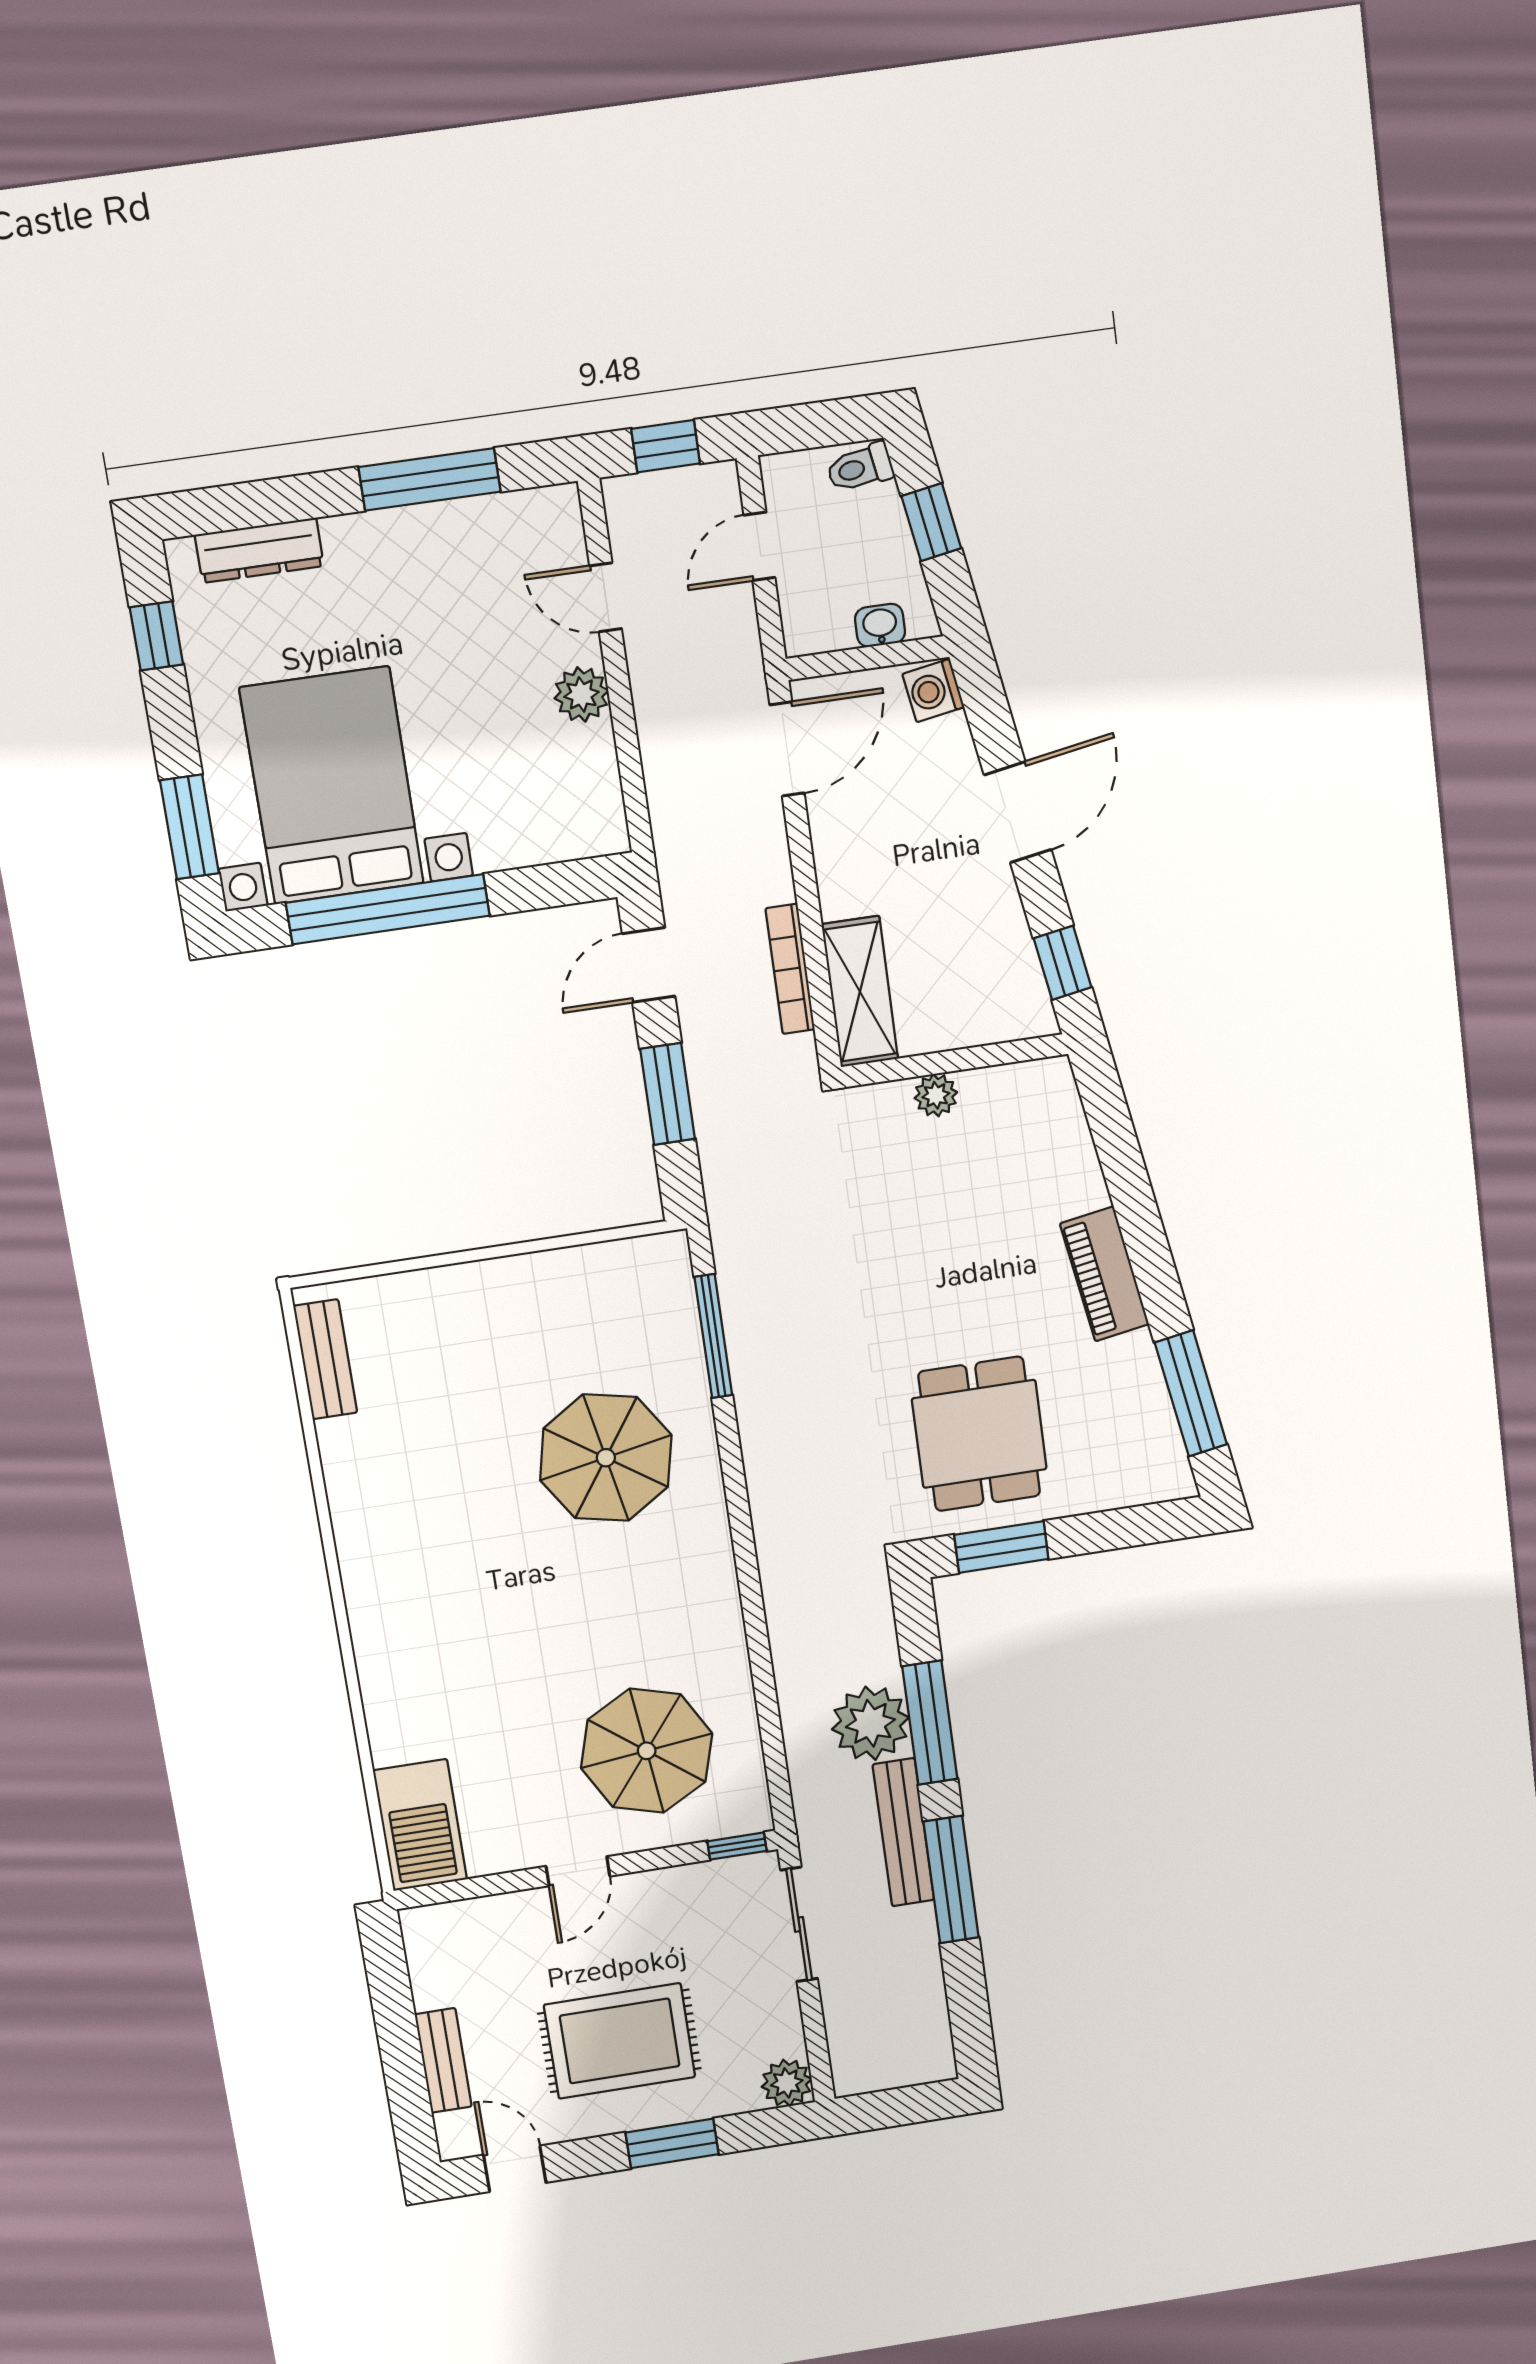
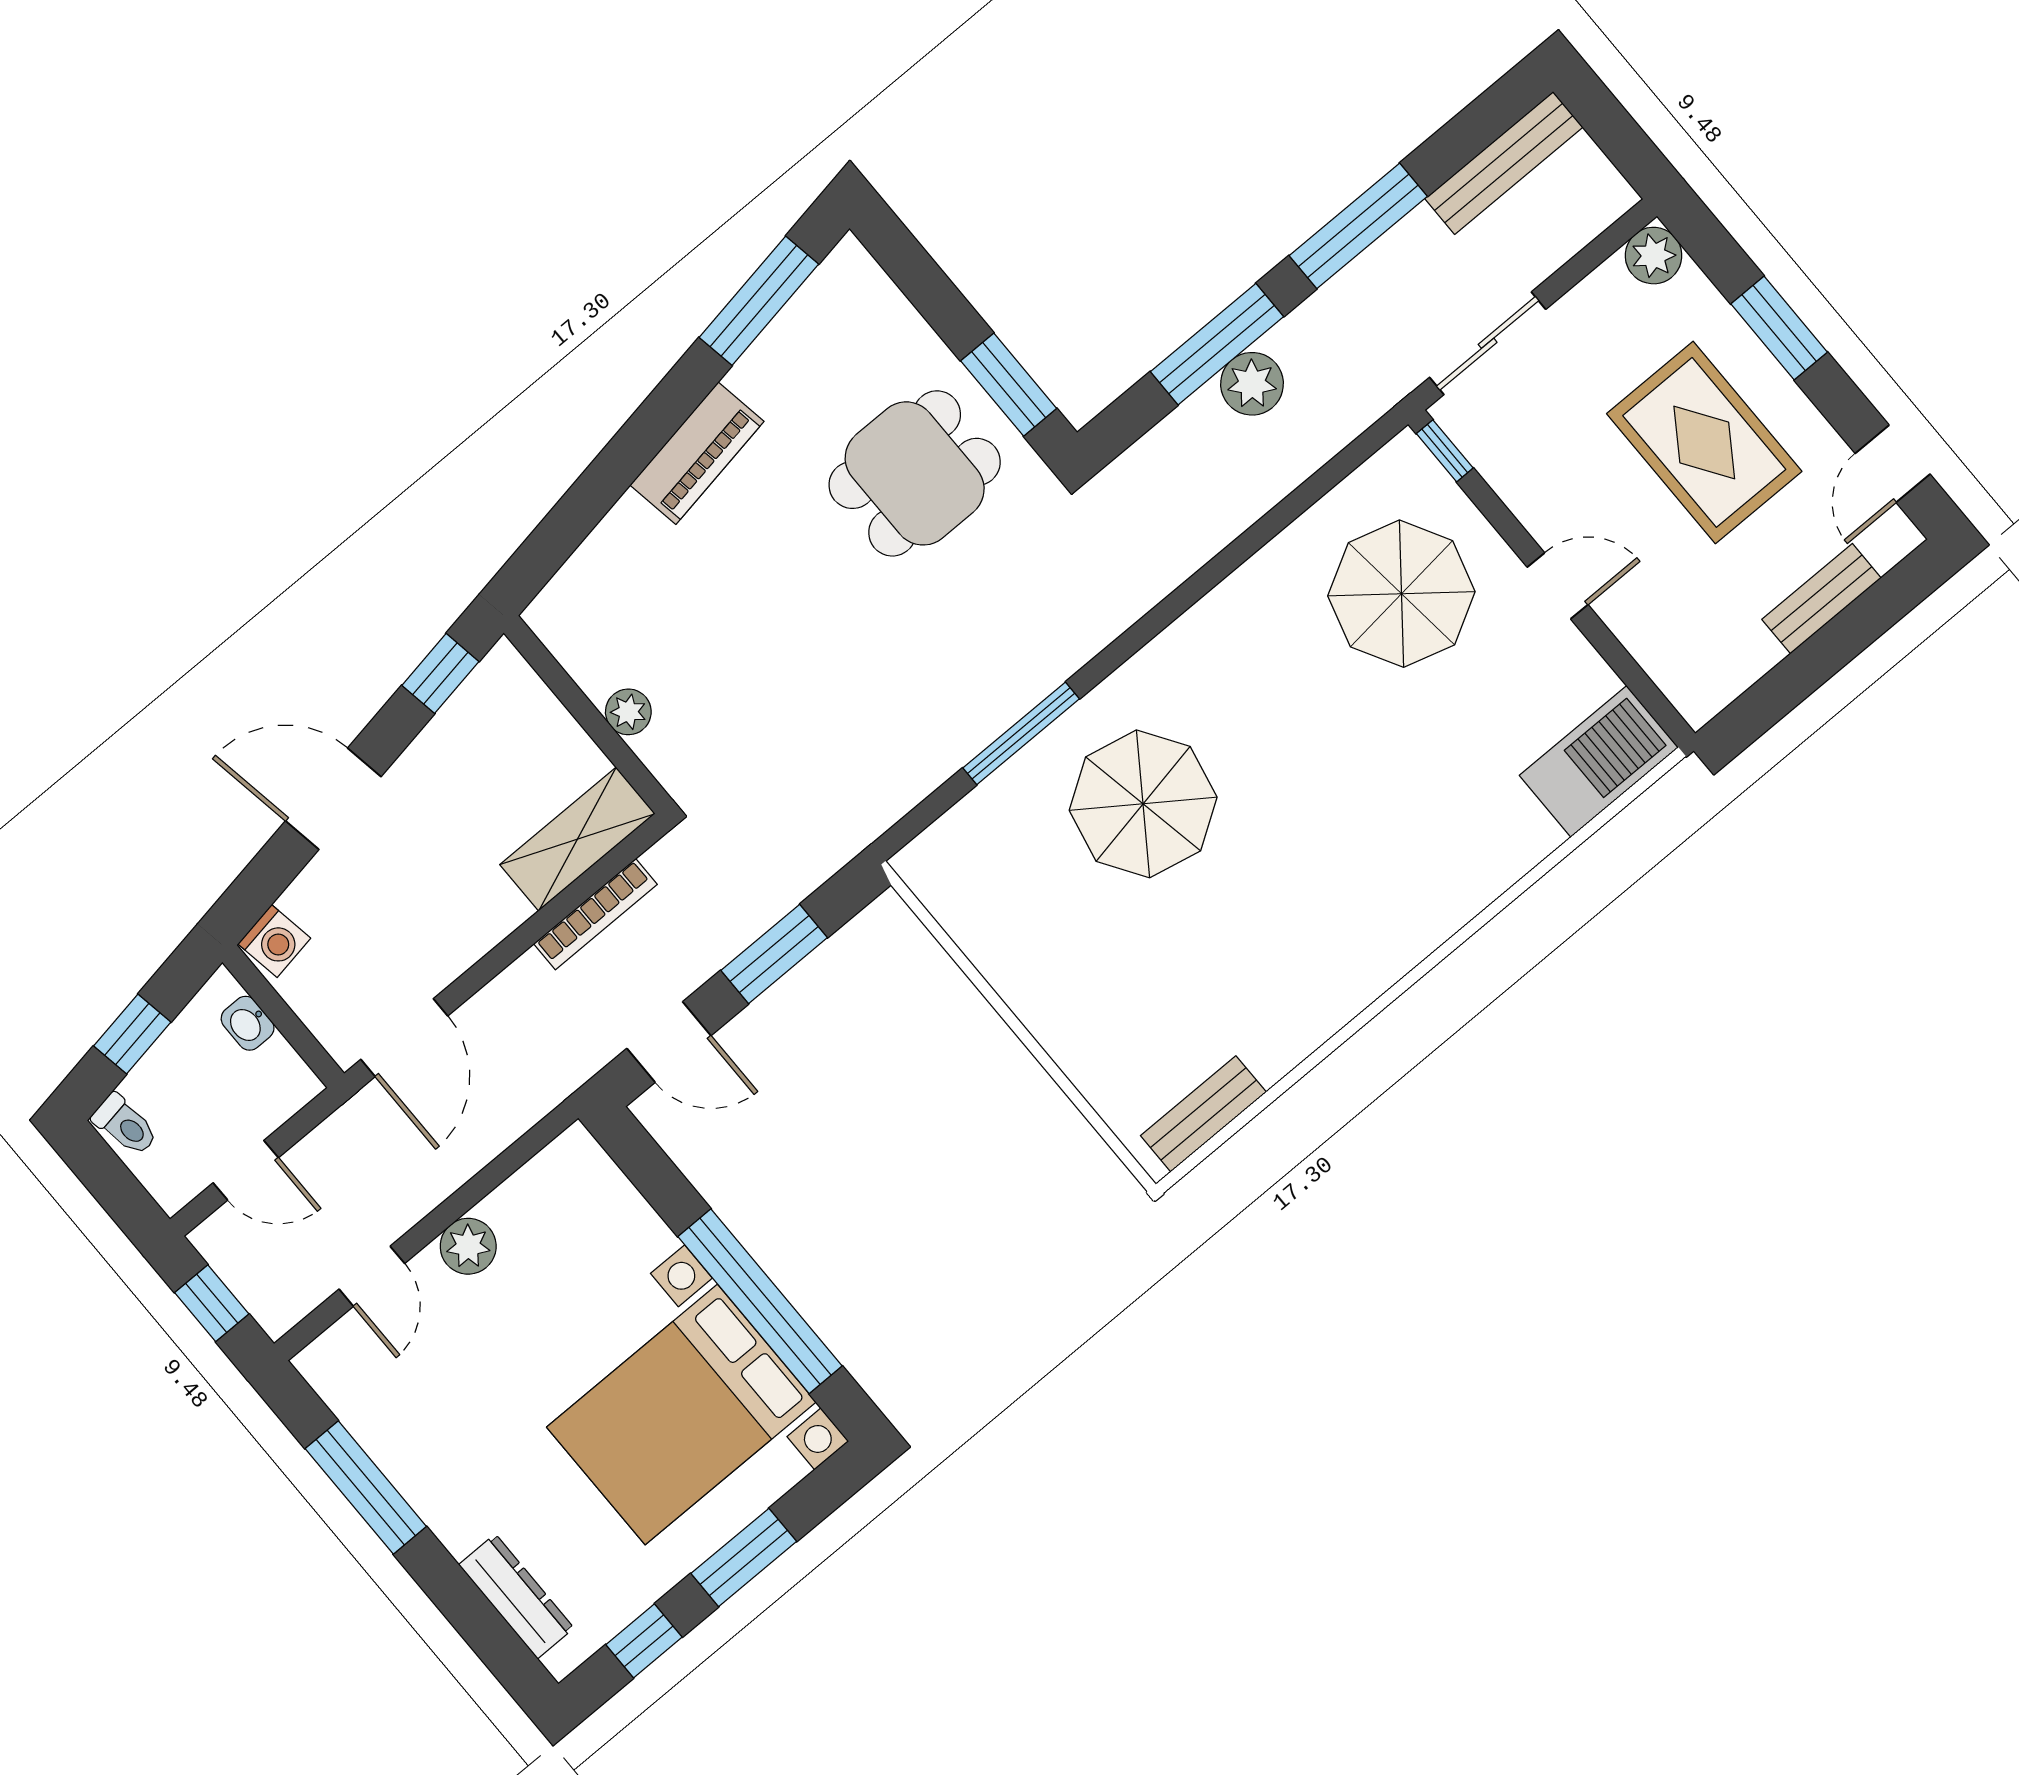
door: (787, 749) -> (404, 1038), swing flipped
window: (189, 827) -> (744, 1557), moved
window: (713, 1336) -> (1021, 733), moved
plant: (870, 1723) -> (1252, 384), width x0.73, depth x0.73
bench: (903, 1832) -> (1504, 163), moved

